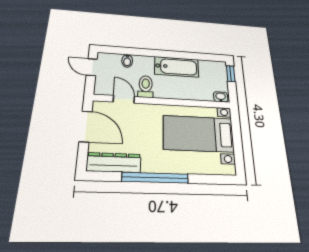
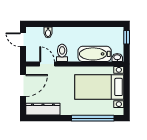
bathtub: (177, 67) -> (95, 54), moved, turned 180
door: (86, 126) -> (23, 85), hinge flipped
window: (155, 178) -> (93, 118), moved

